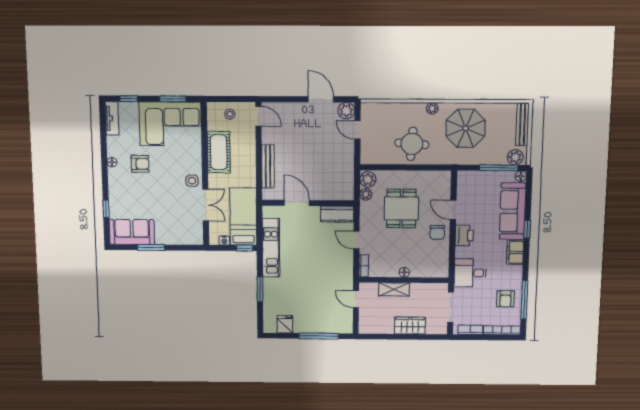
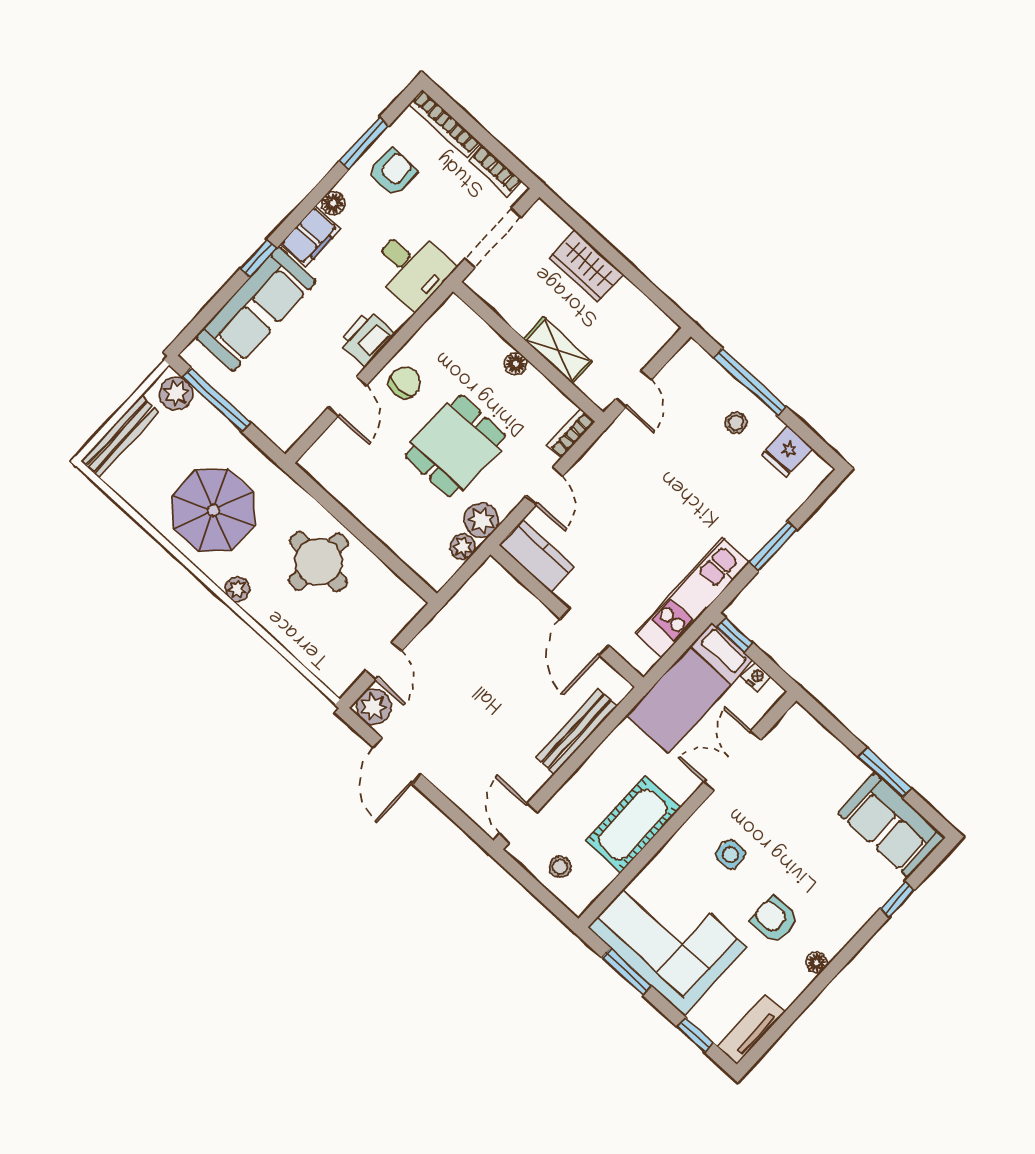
floor lamp: (521, 176) -> (333, 203), moved
plant: (368, 179) -> (481, 520), moved
side table: (192, 181) -> (730, 855), moved
dining table: (401, 208) -> (455, 446), moved
window: (524, 300) -> (364, 143), width x0.69
stool: (311, 319) -> (736, 423), added

